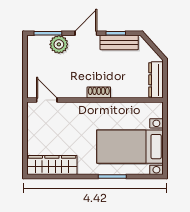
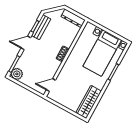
door: (86, 33) -> (26, 43), hinge flipped
plant: (59, 44) -> (17, 74), moved

